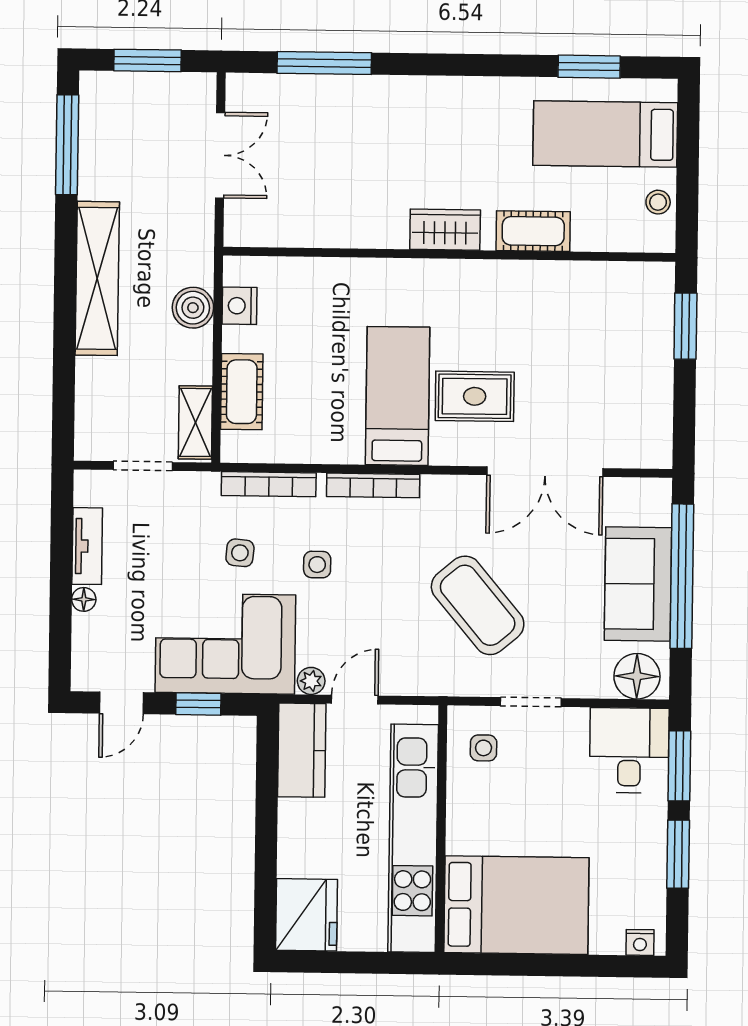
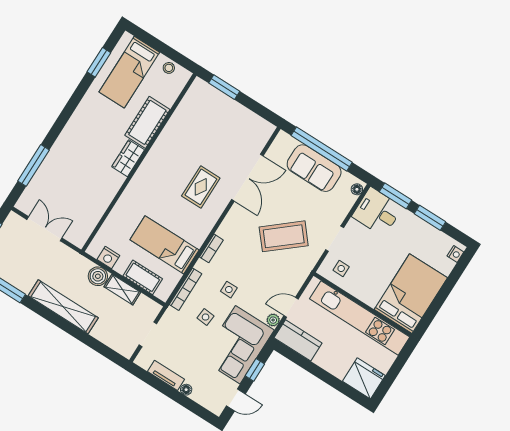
cot: (533, 231) -> (147, 122), width x1.37, depth x1.34
bed: (398, 396) -> (164, 245), moved
shelving: (195, 422) -> (122, 290), moved
bookcase: (373, 485) -> (211, 248), width x0.64
floor lamp: (637, 676) -> (357, 189), width x0.53, depth x0.53
door: (355, 700) -> (291, 307), hinge flipped
door: (121, 703) -> (236, 400), hinge flipped

